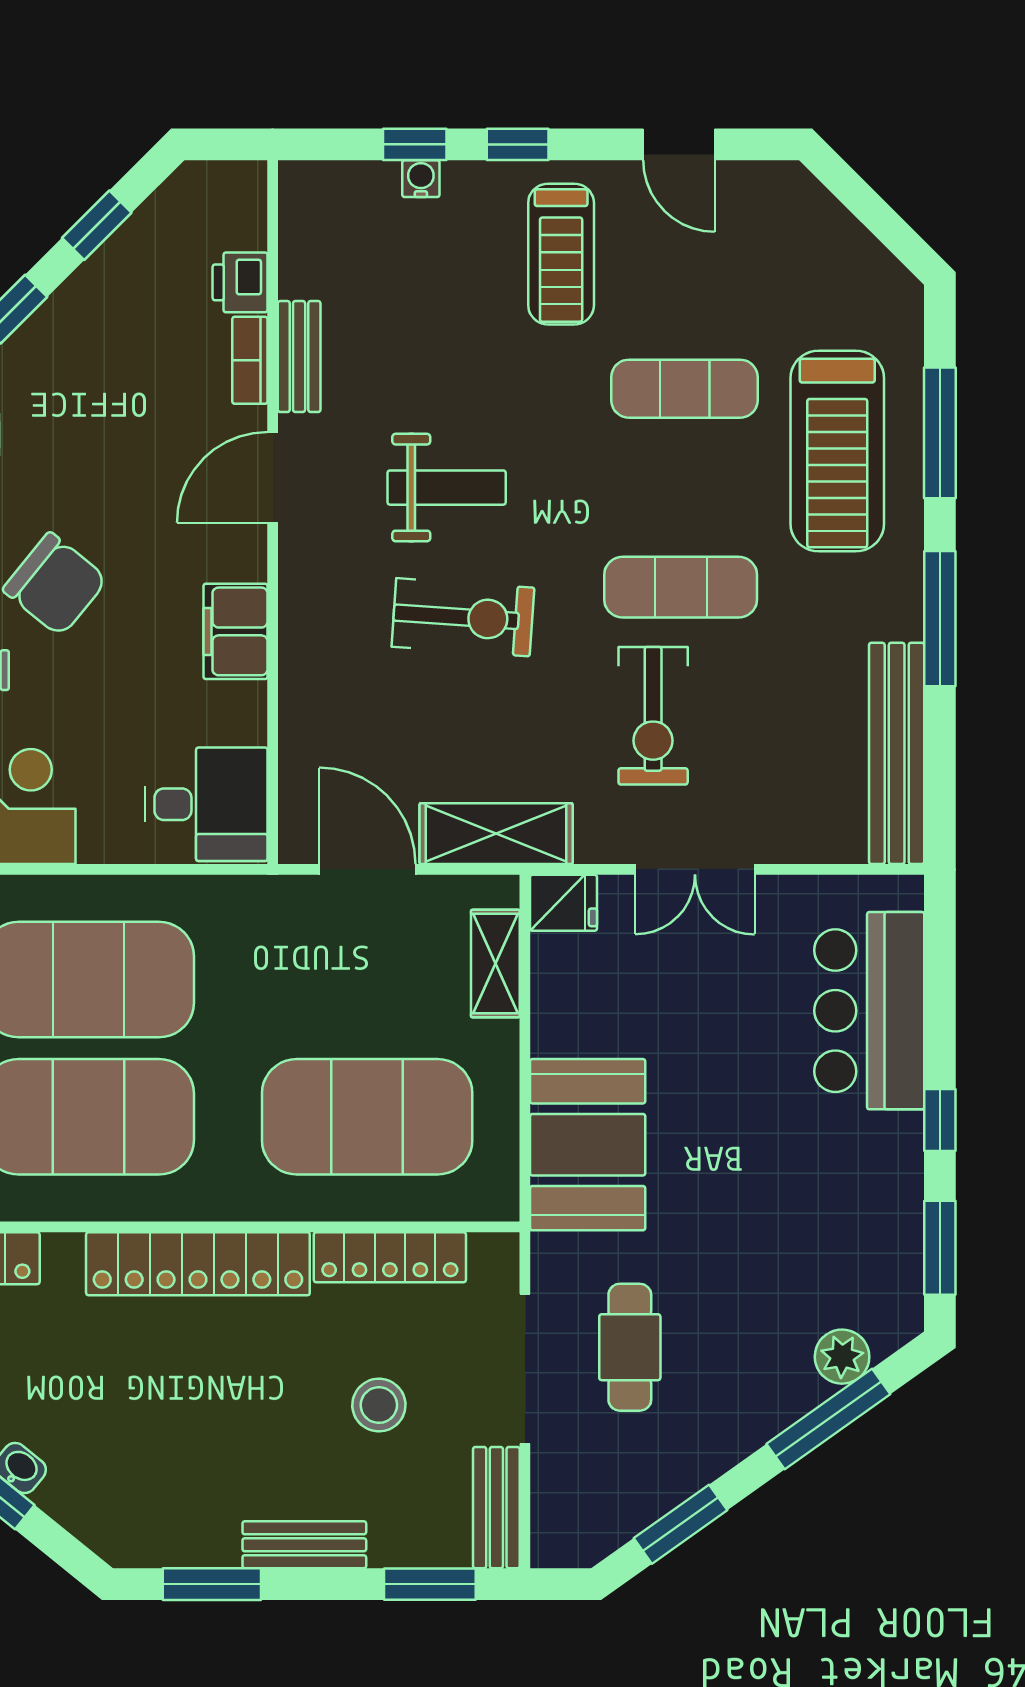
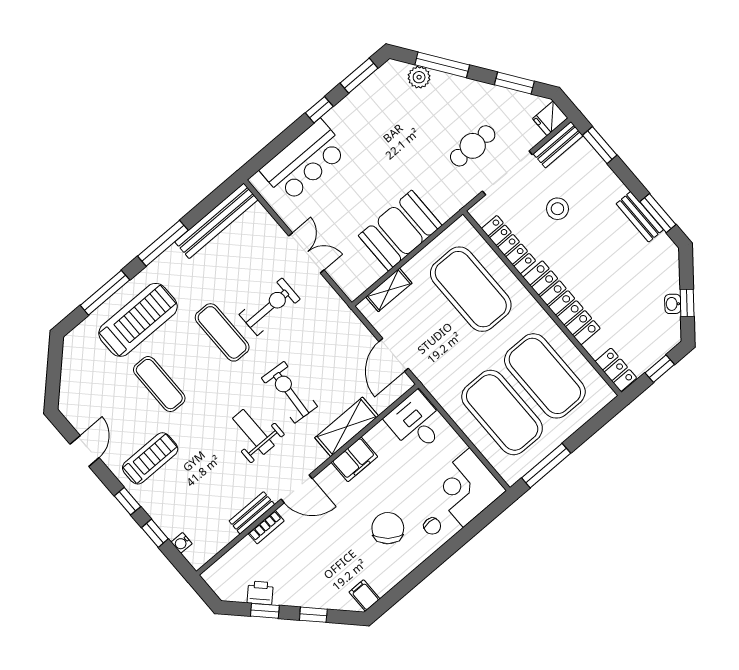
water cooler: (421, 179) -> (182, 543), moved
printer: (240, 282) -> (260, 593), moved, turned -135
shelving: (496, 834) -> (347, 427), moved, turned 90
fridge: (564, 903) -> (550, 118), moved, turned -90
booth: (588, 1145) -> (400, 231), moved
bench: (304, 1545) -> (640, 217), moved

